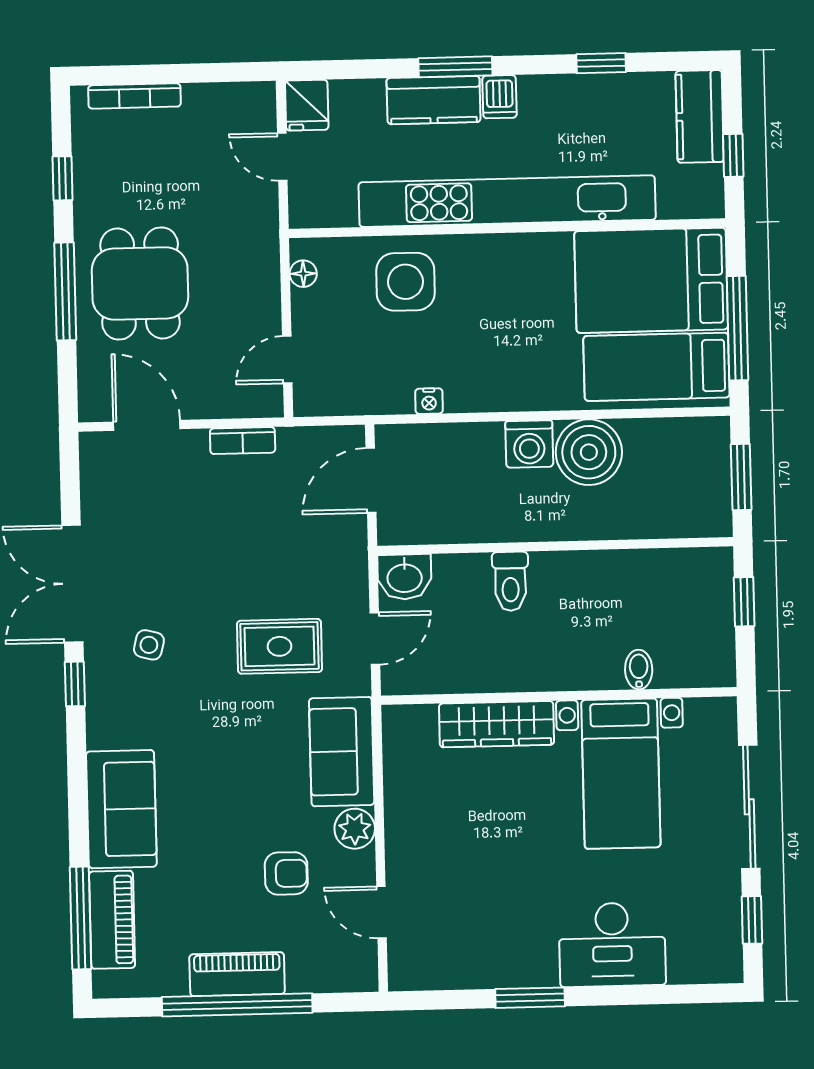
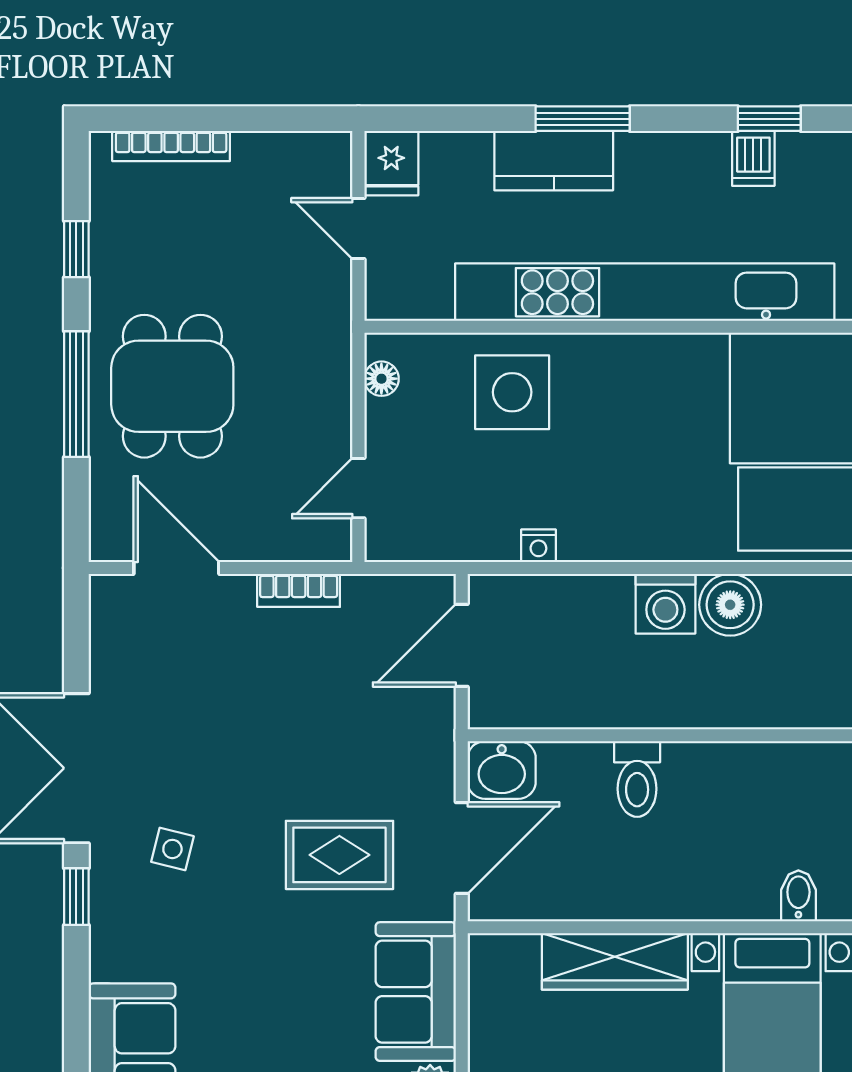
dishwasher: (500, 97) -> (753, 158), moved
boiler: (589, 452) -> (730, 605), width x0.73, depth x0.73
door: (375, 639) -> (462, 848), width x1.38

